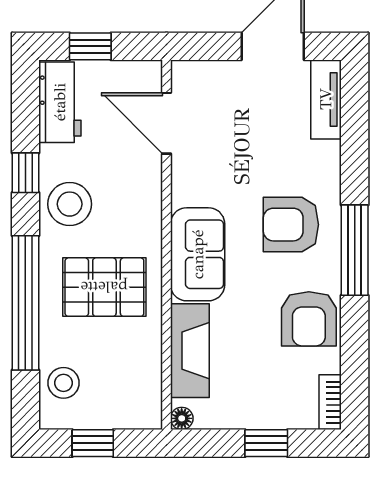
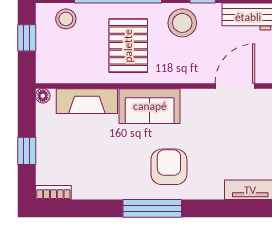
armchair: (309, 319) -> (108, 179), removed

